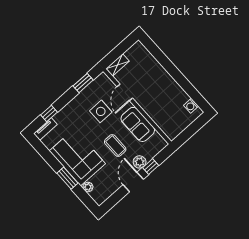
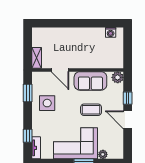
side table: (101, 111) -> (47, 103), moved
plant: (140, 162) -> (118, 77), moved

